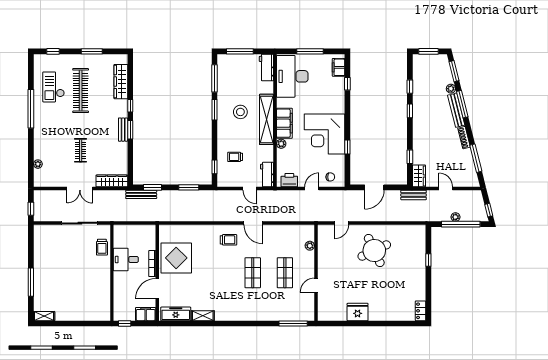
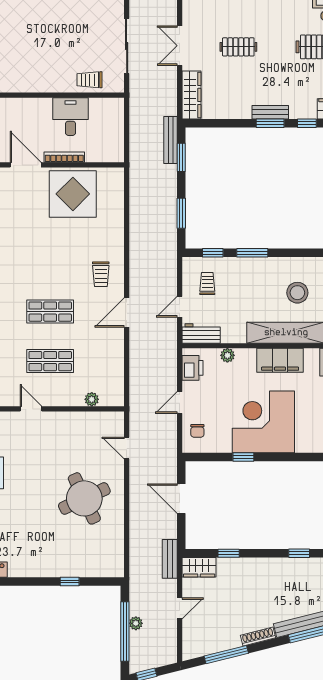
window: (214, 110) -> (252, 253), moved
plant: (281, 144) -> (227, 355), moved
trolley: (235, 157) -> (207, 283), moved
door: (312, 189) -> (180, 403), swing flipped

